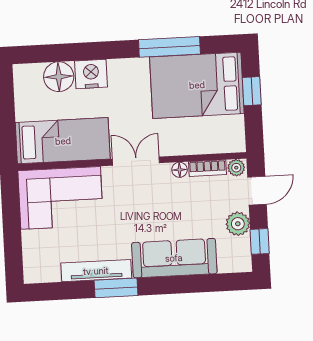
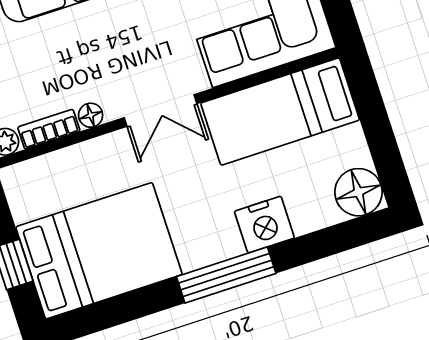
window: (169, 47) -> (226, 275), moved
floor lamp: (59, 77) -> (358, 192), moved

